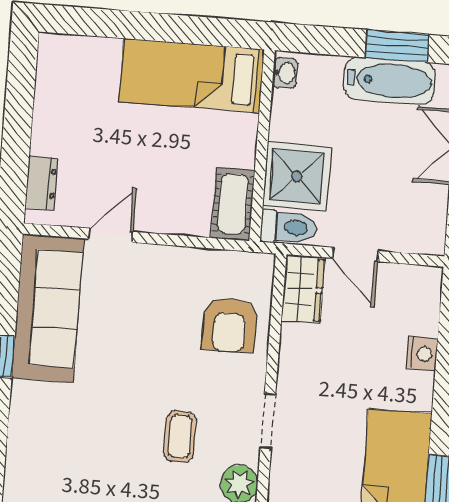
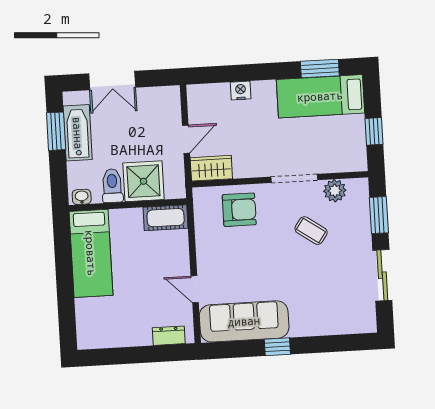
toilet: (288, 227) -> (112, 186), moved
doorway: (268, 421) -> (294, 178), width x1.38
coffee table: (180, 437) -> (311, 231), turned 35

